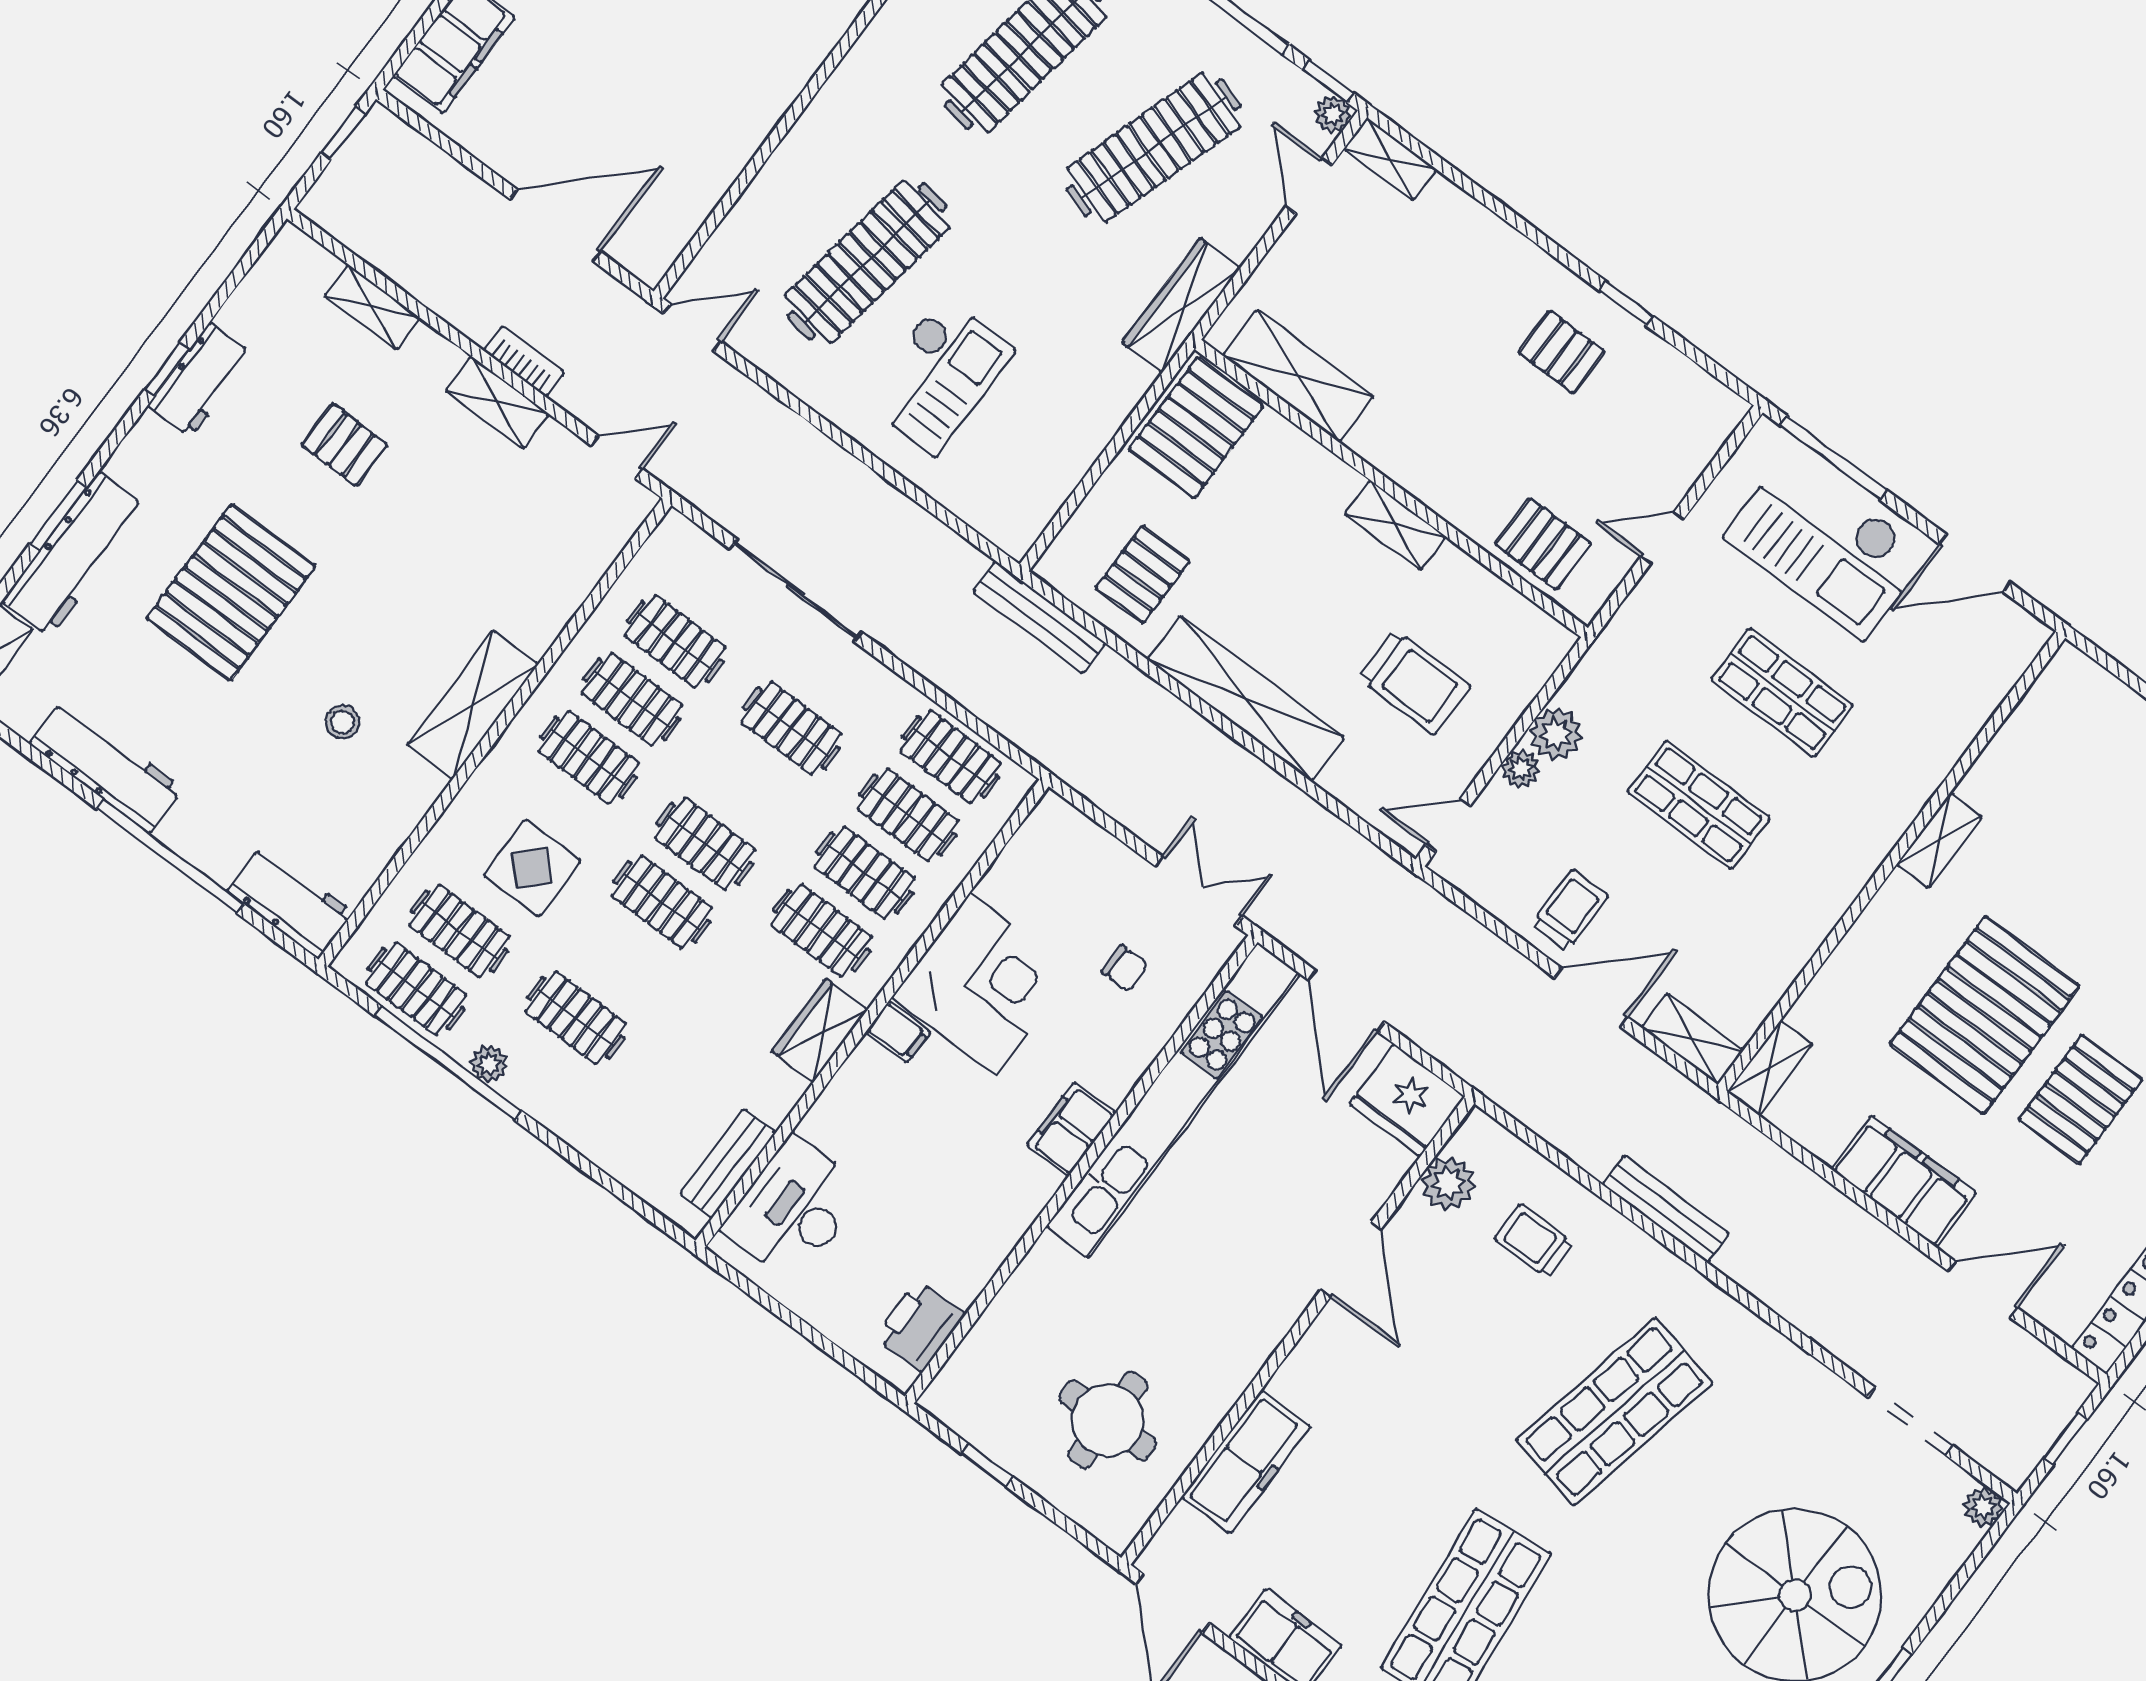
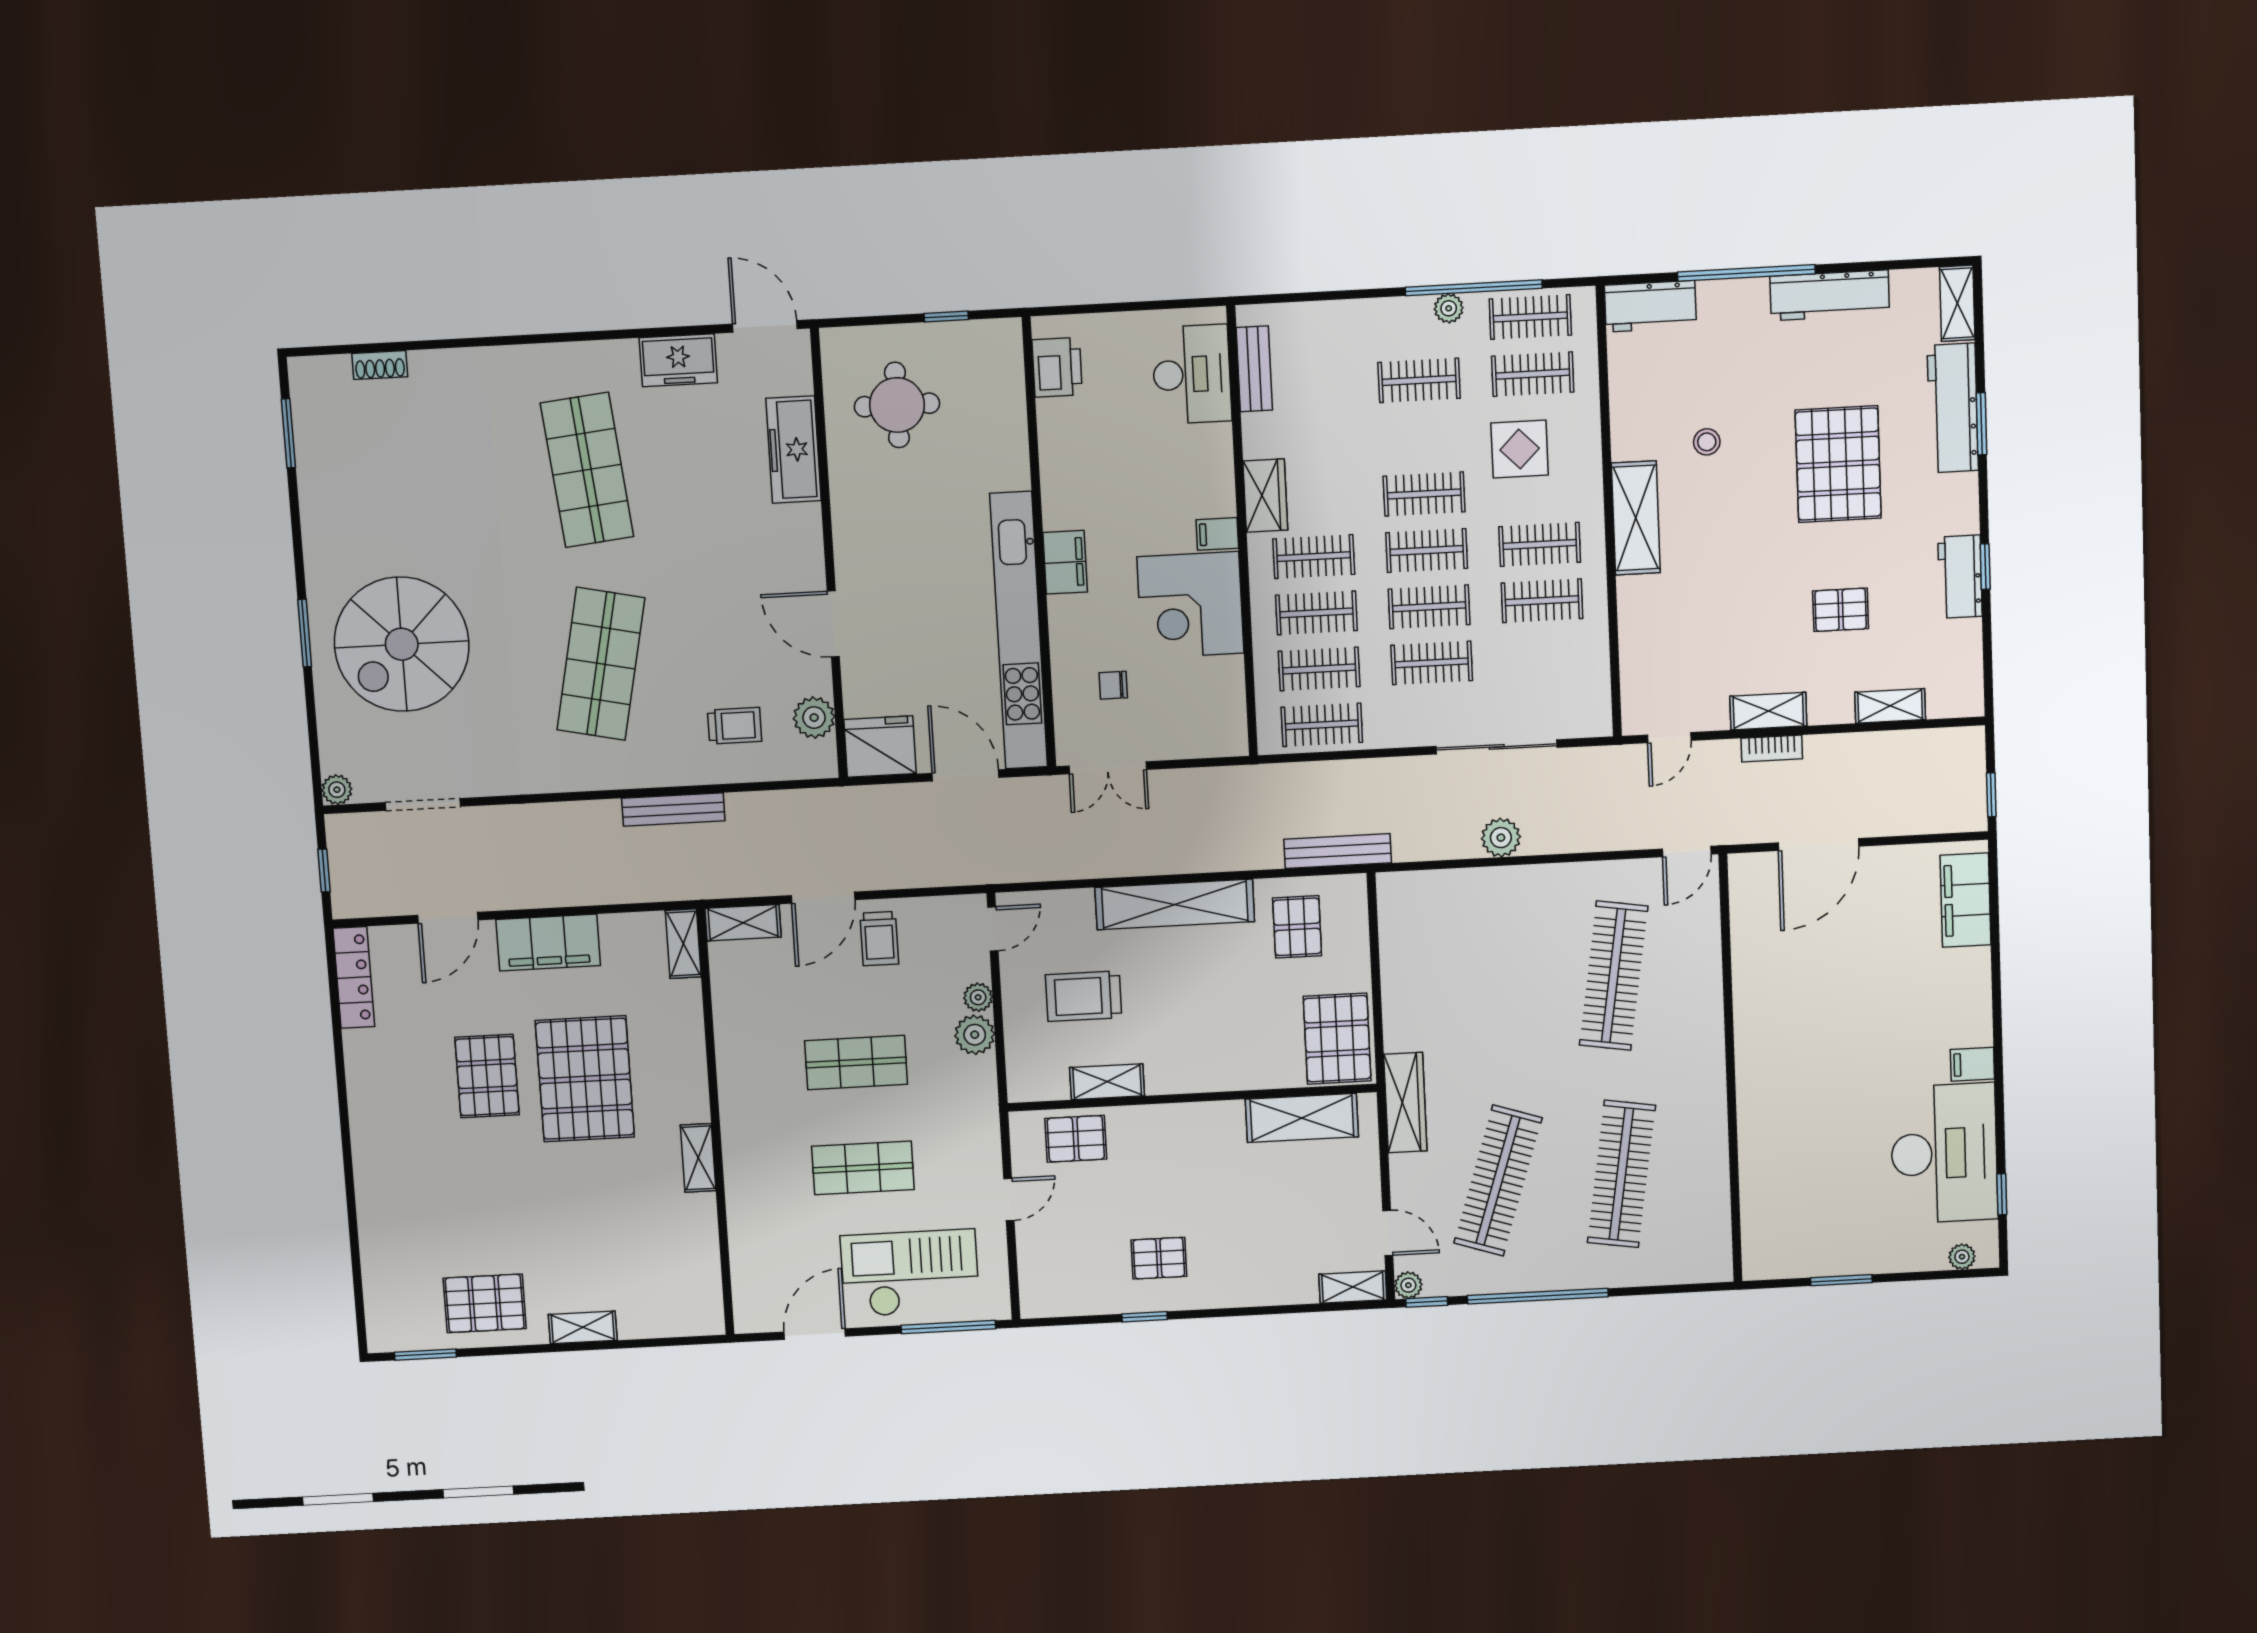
checkout: (938, 376) -> (1516, 943), removed
plant: (866, 496) -> (1501, 838), added
shelving: (1395, 525) -> (1107, 1082), moved
clothes rail: (675, 641) -> (1429, 607), moved

